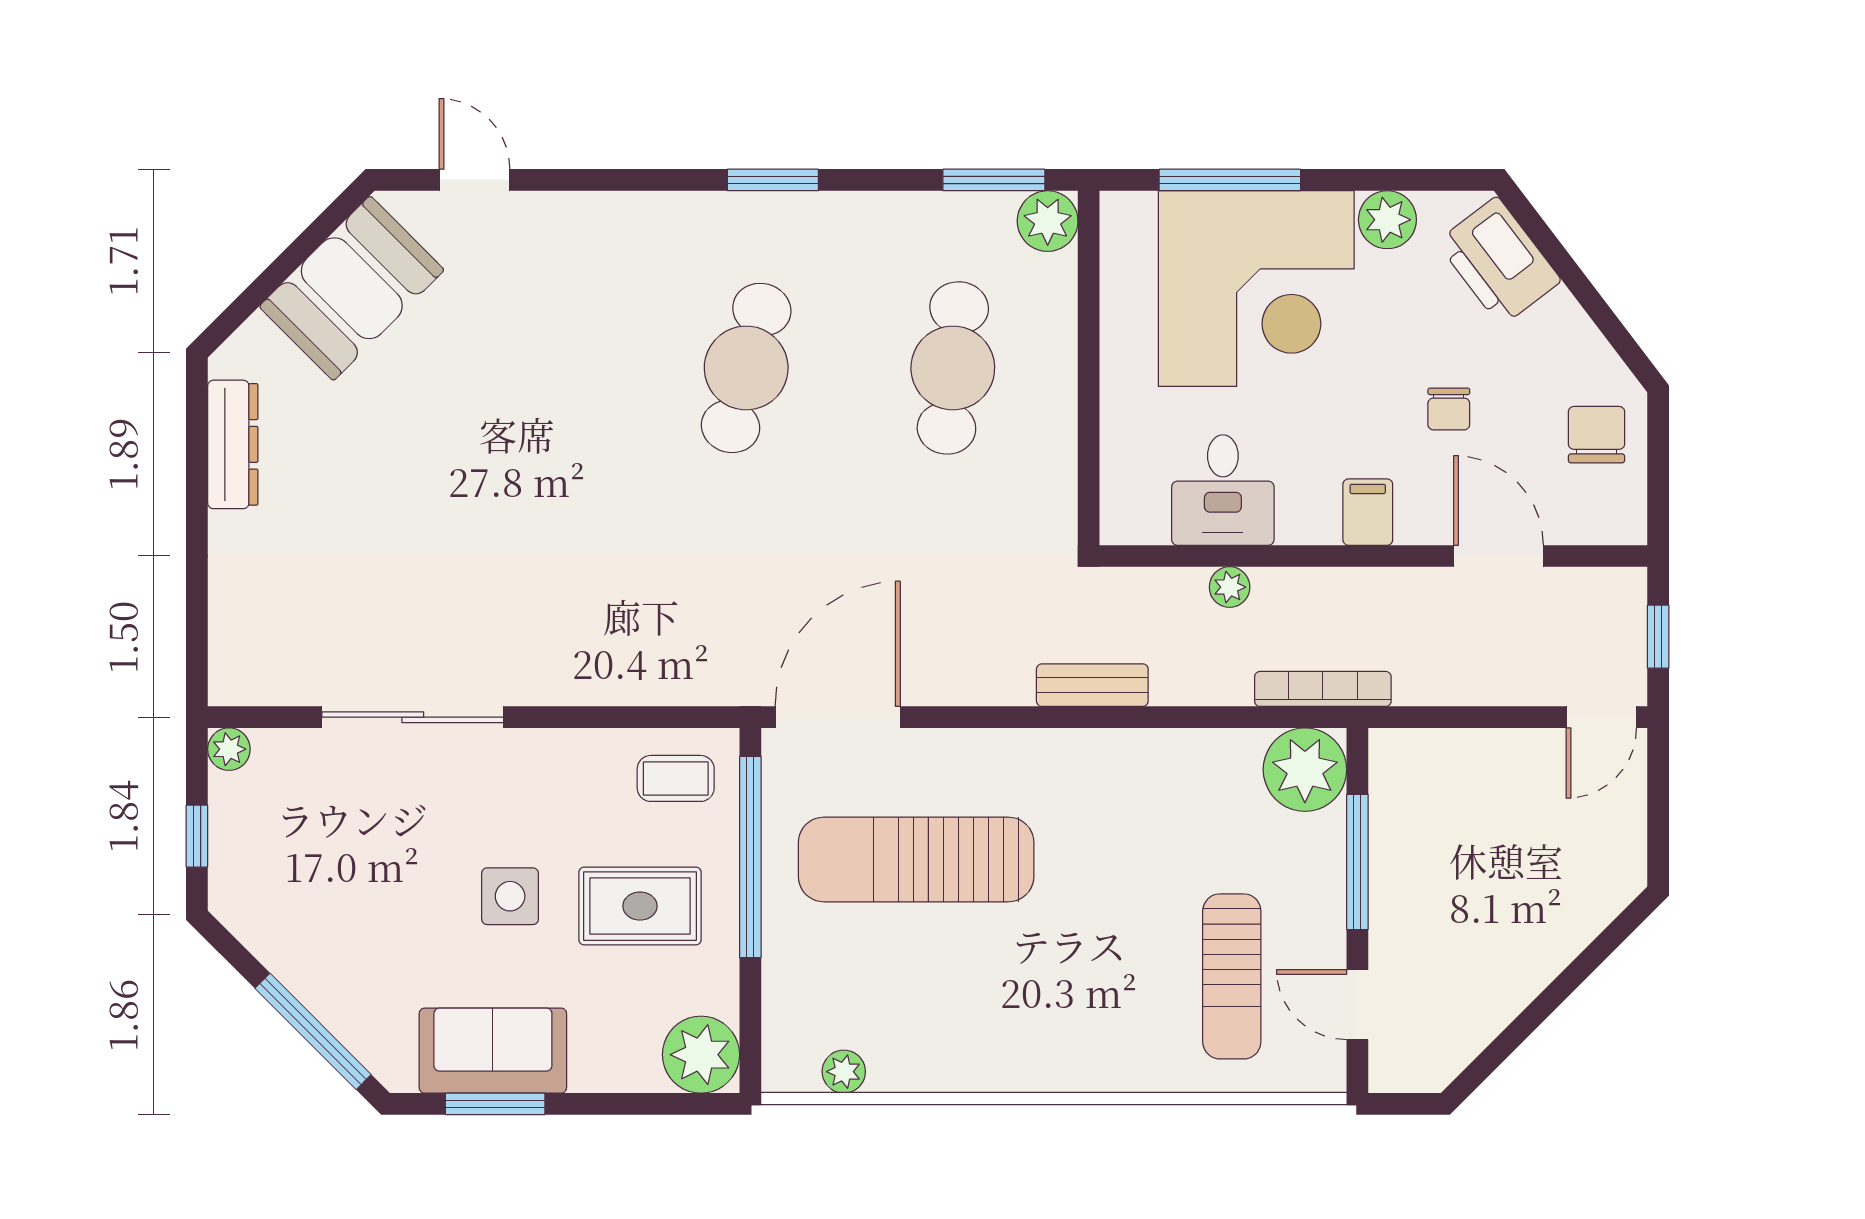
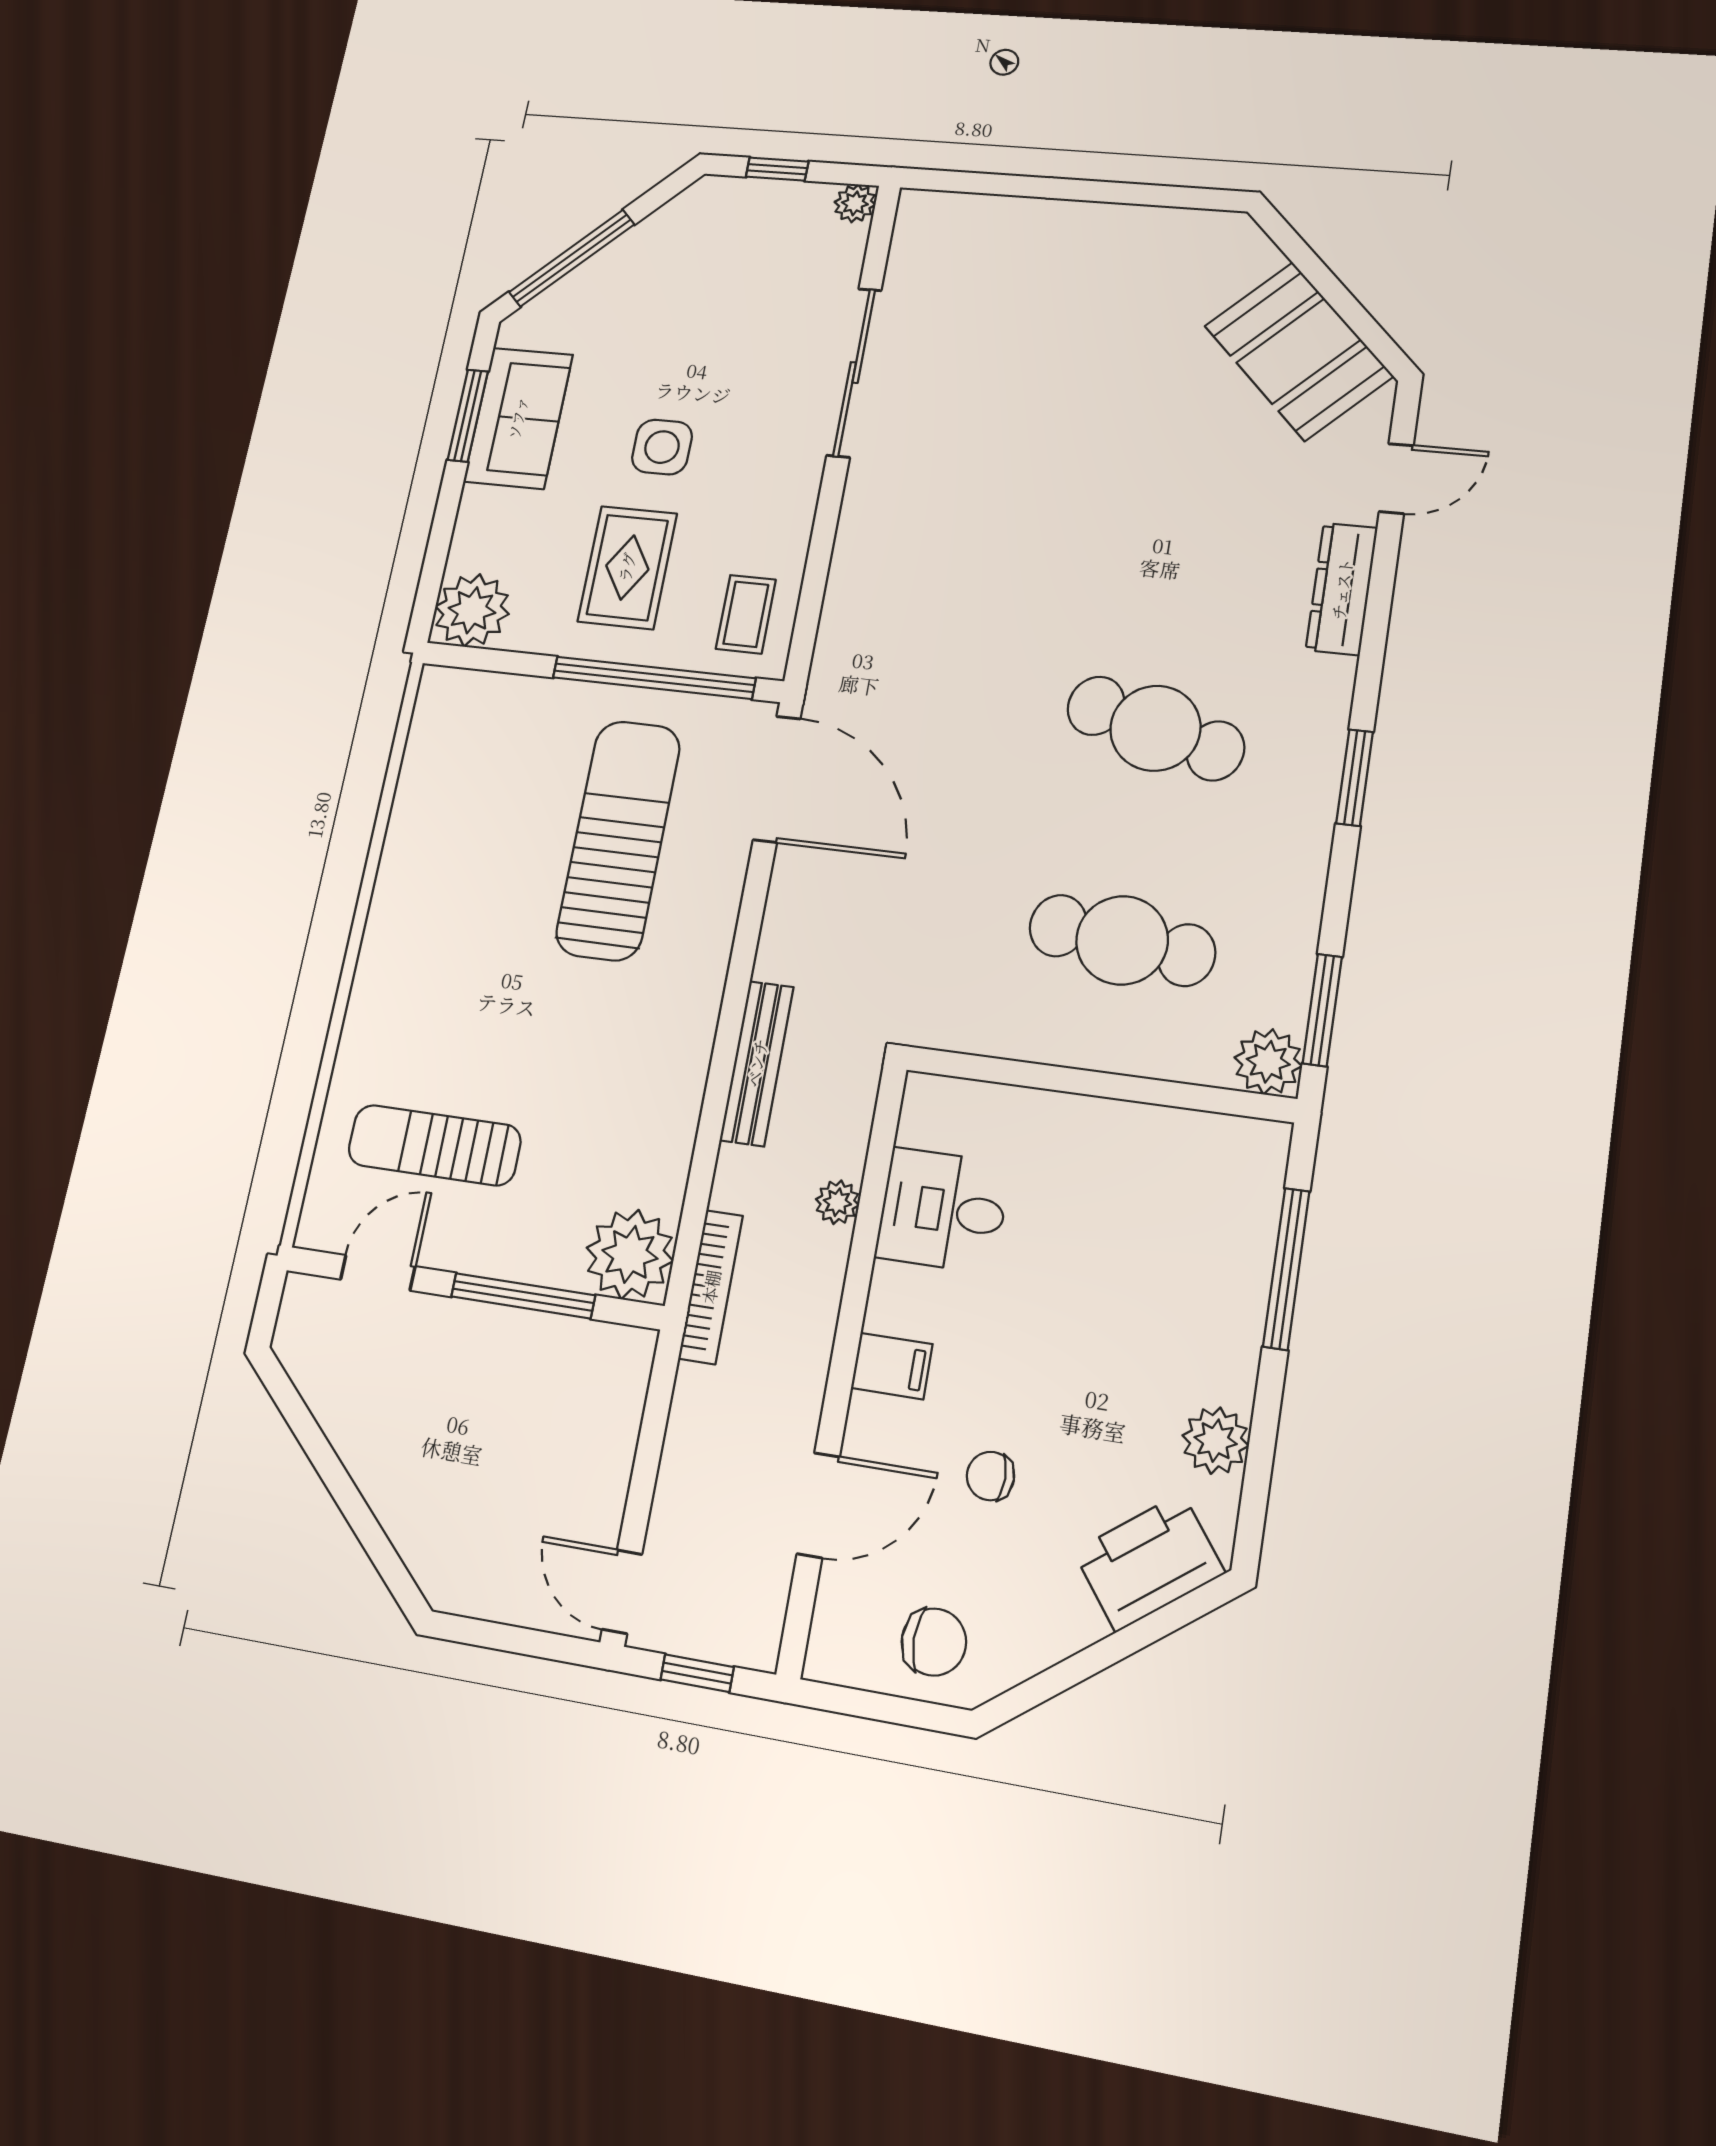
corner desk: (1256, 289) -> (1159, 1280), removed
dresser: (233, 444) -> (1342, 589), moved, turned 90
bench: (1092, 685) -> (757, 1063), width x1.36
plant: (844, 1072) -> (426, 745), removed

